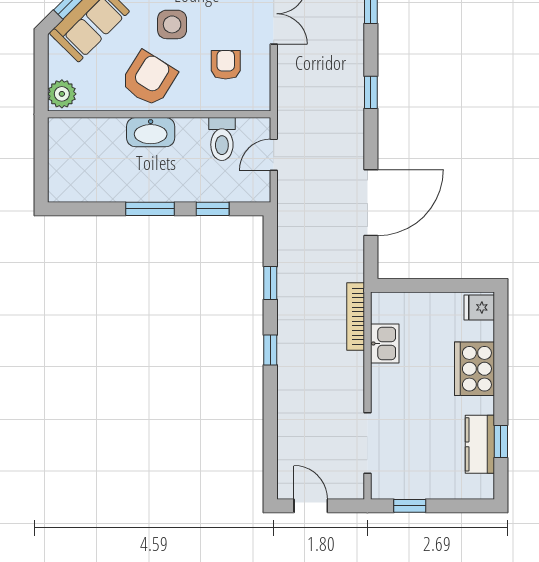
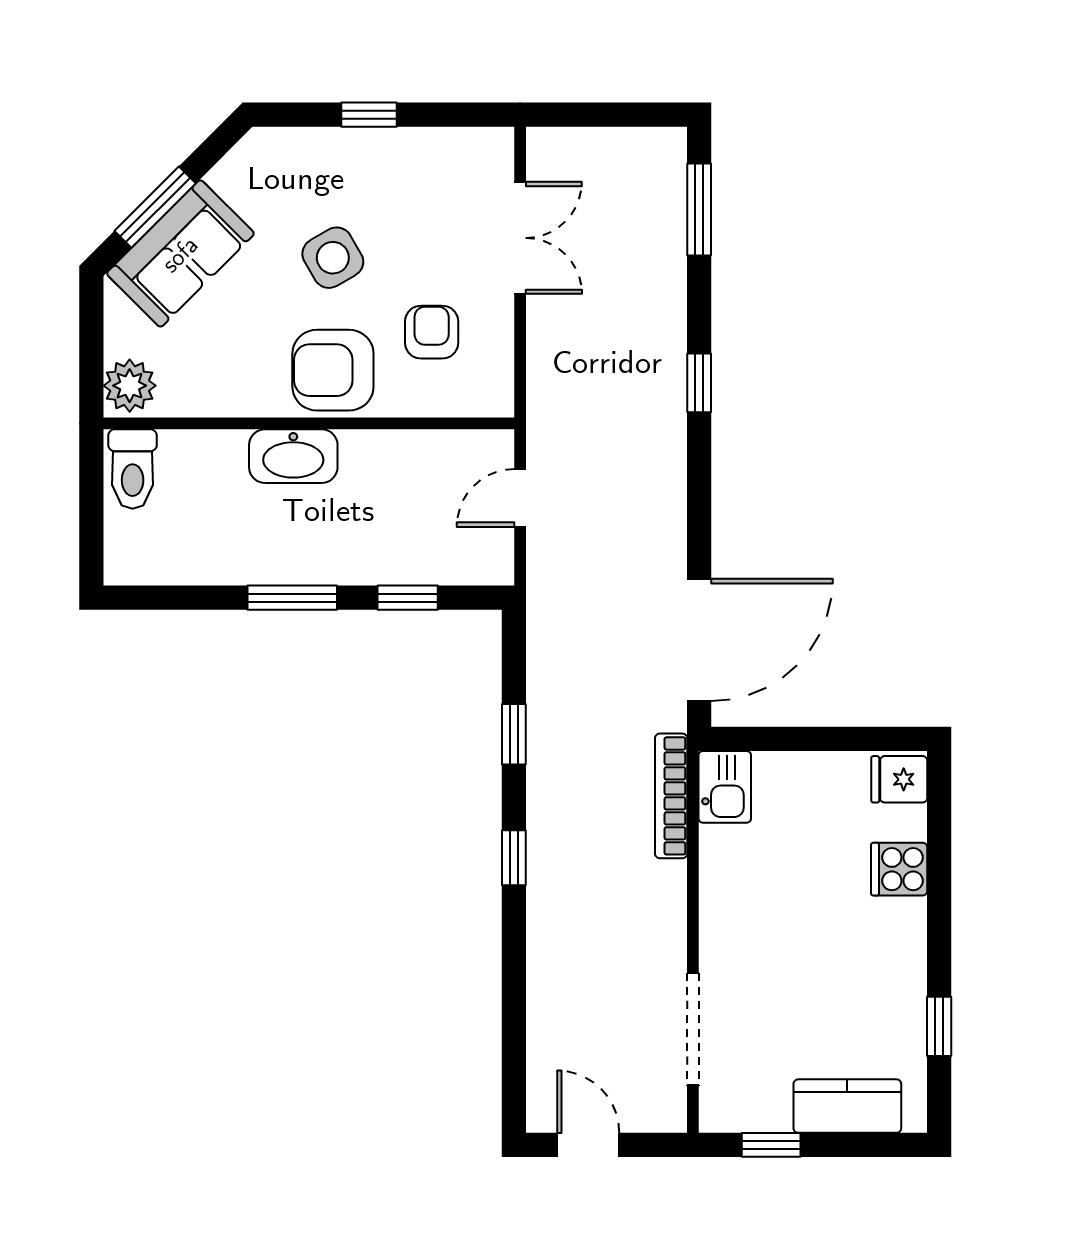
side table: (172, 24) -> (333, 258), turned -30
armchair: (149, 79) -> (333, 370), moved, turned -122
toilet: (222, 139) -> (133, 469), moved
door: (371, 203) -> (699, 640), moved
kitchen sink: (385, 343) -> (725, 787), moved
cooker: (475, 369) -> (899, 869), width x0.53, depth x0.76
kitchen counter: (480, 444) -> (847, 1106), moved, turned 90

